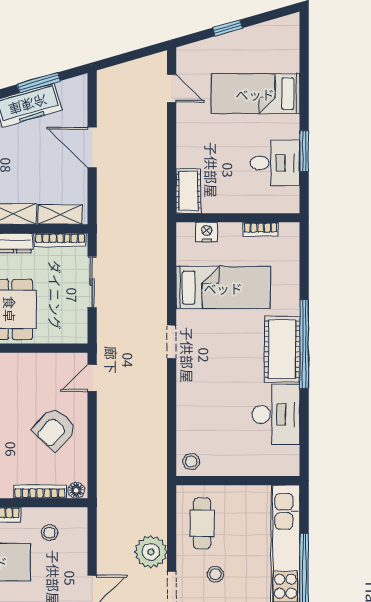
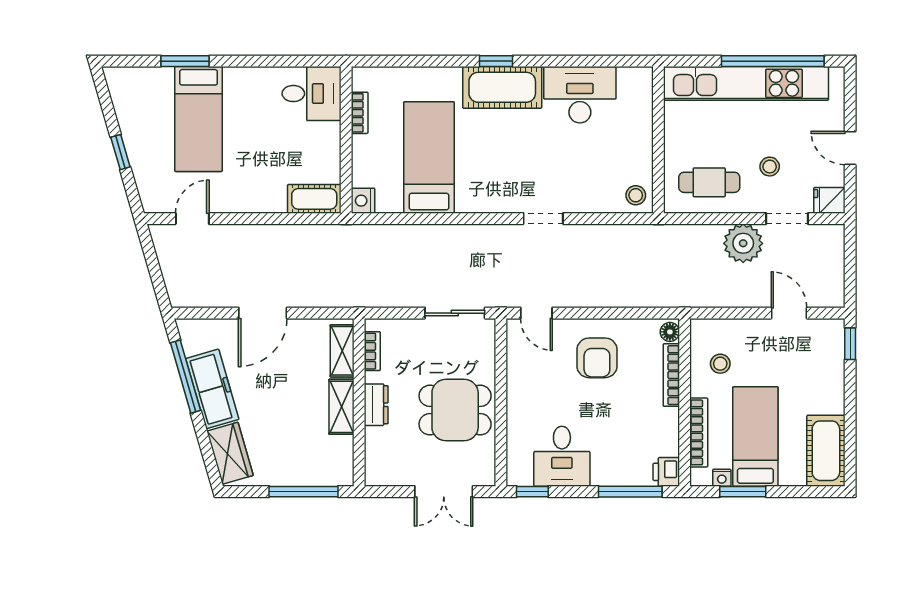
window: (39, 83) -> (186, 377), width x1.44
window: (304, 151) -> (185, 61), moved
desk: (275, 163) -> (311, 94), moved, turned 90
nightstand: (207, 232) -> (363, 201), moved
bookcase: (60, 240) -> (372, 351), width x0.64
sliding door: (92, 282) -> (455, 313), moved
doorway: (172, 342) -> (543, 219), moved
window: (304, 344) -> (496, 61), width x0.32
armchair: (54, 429) -> (597, 358), turned 48

